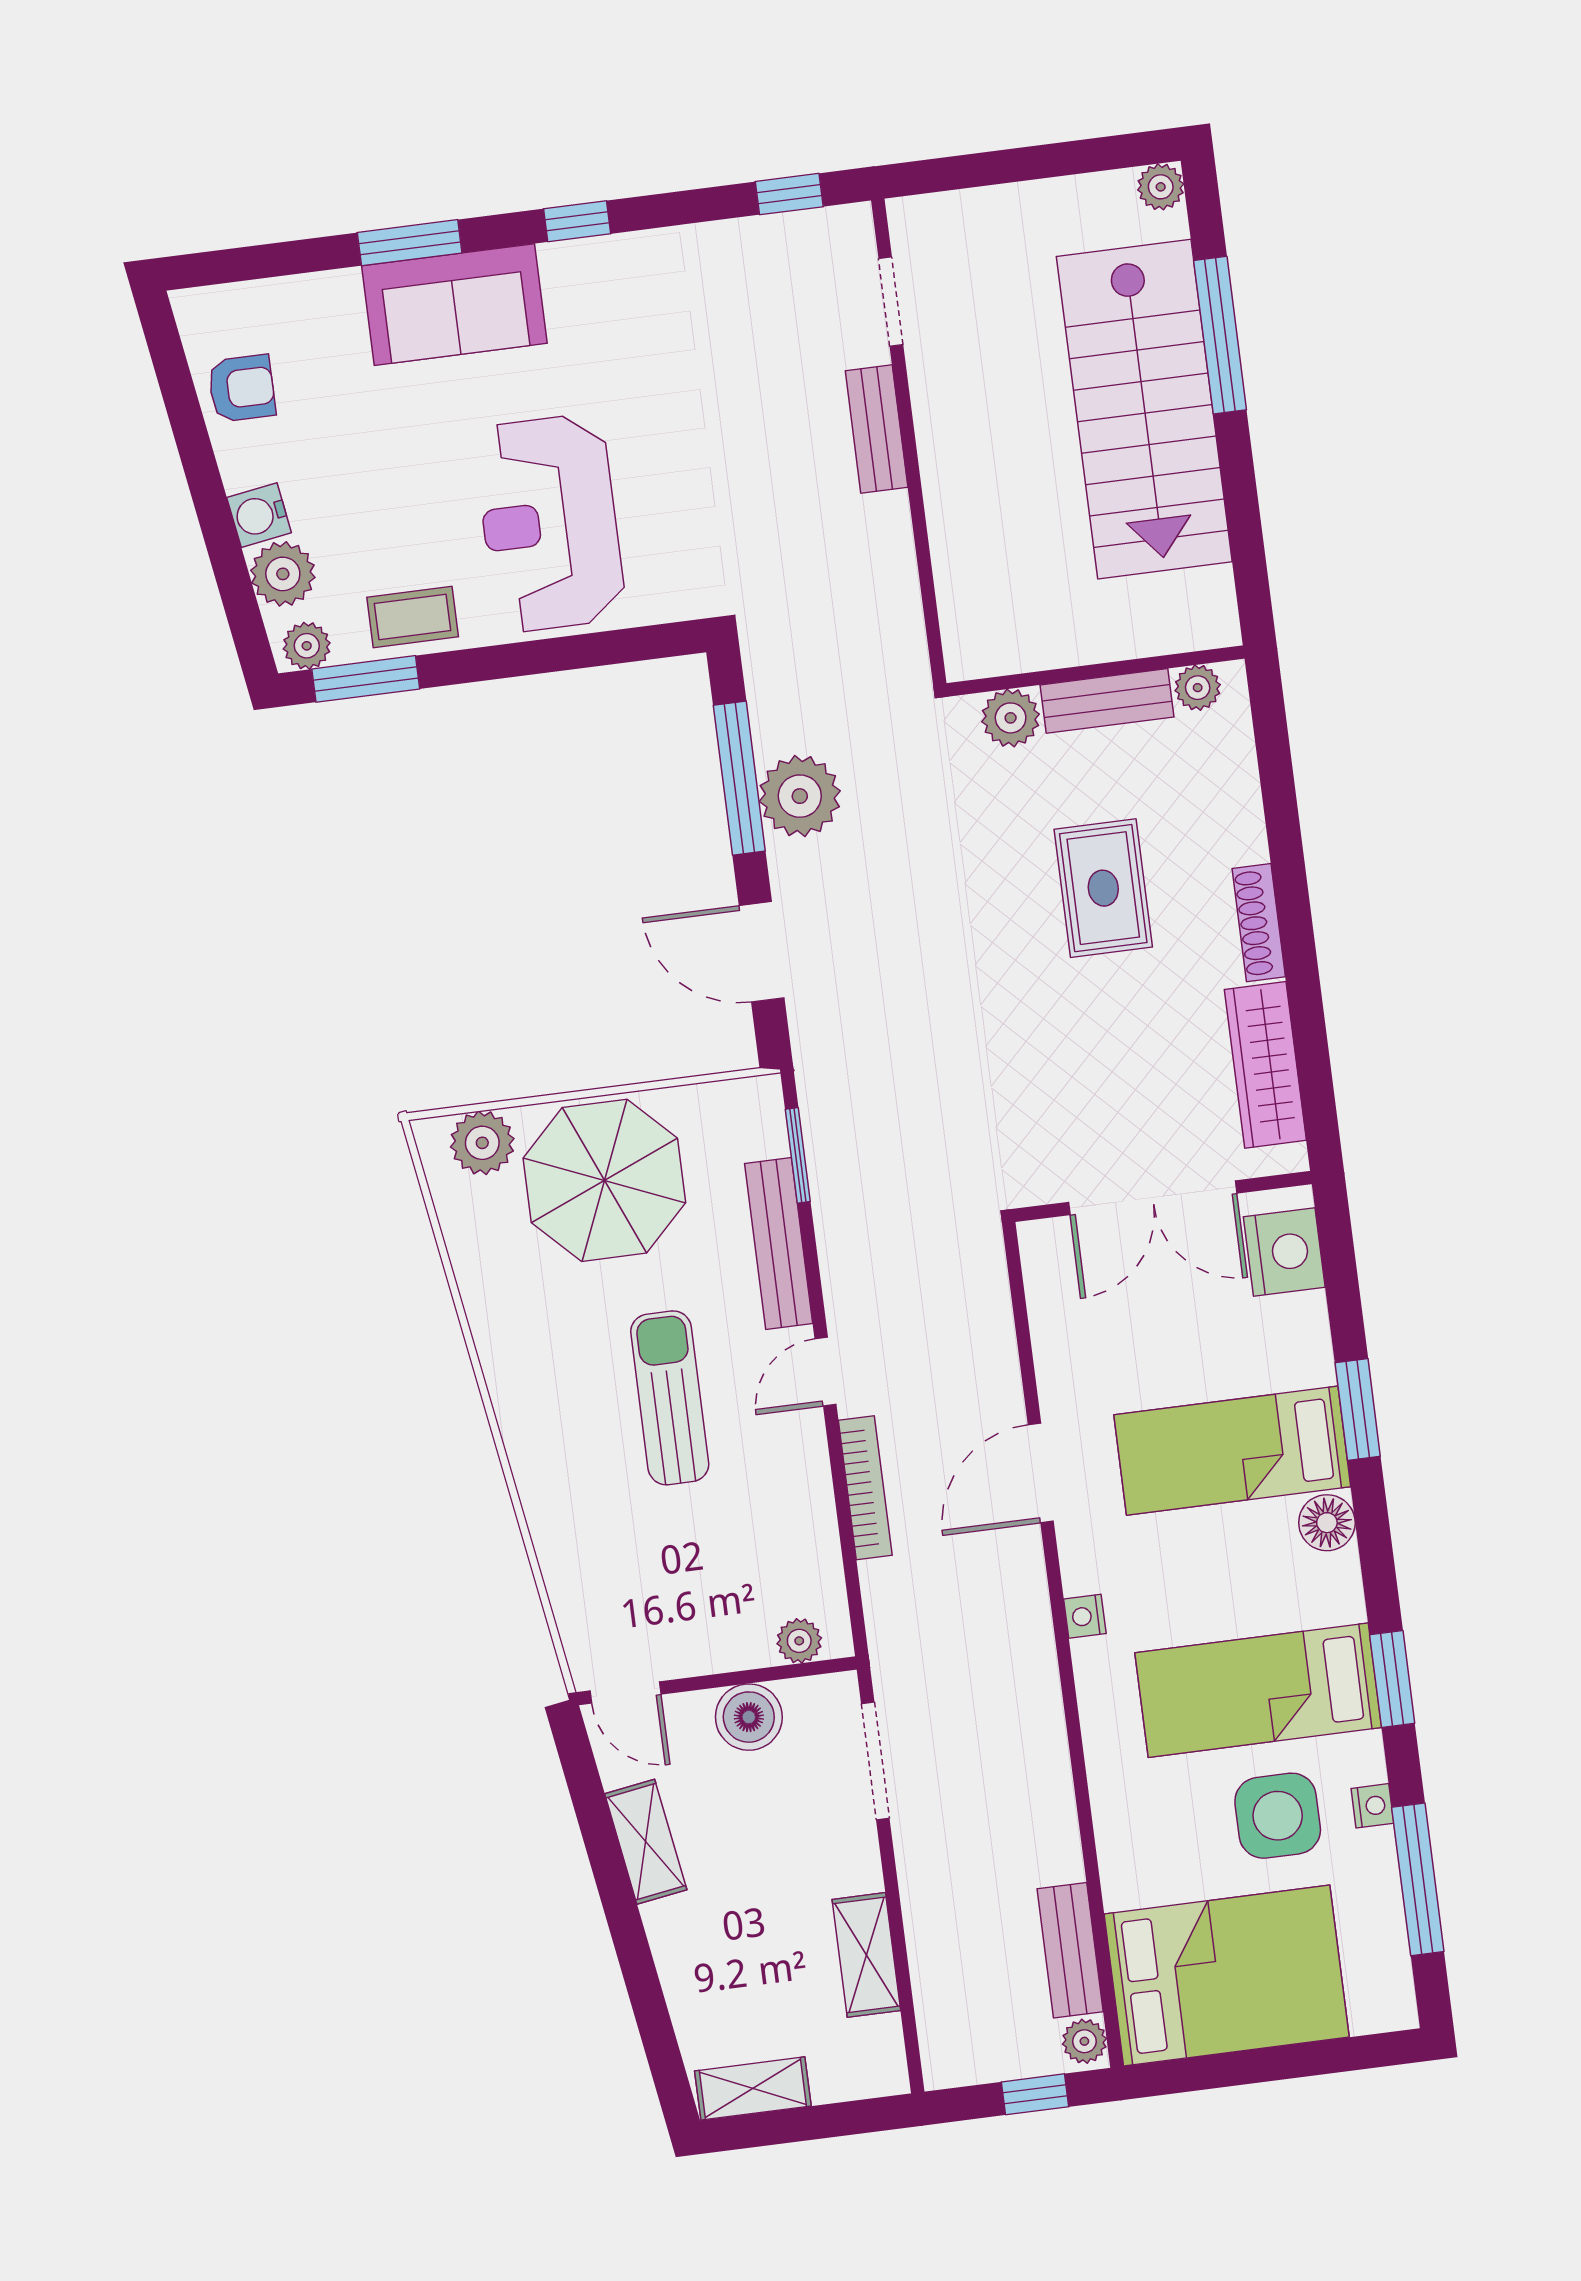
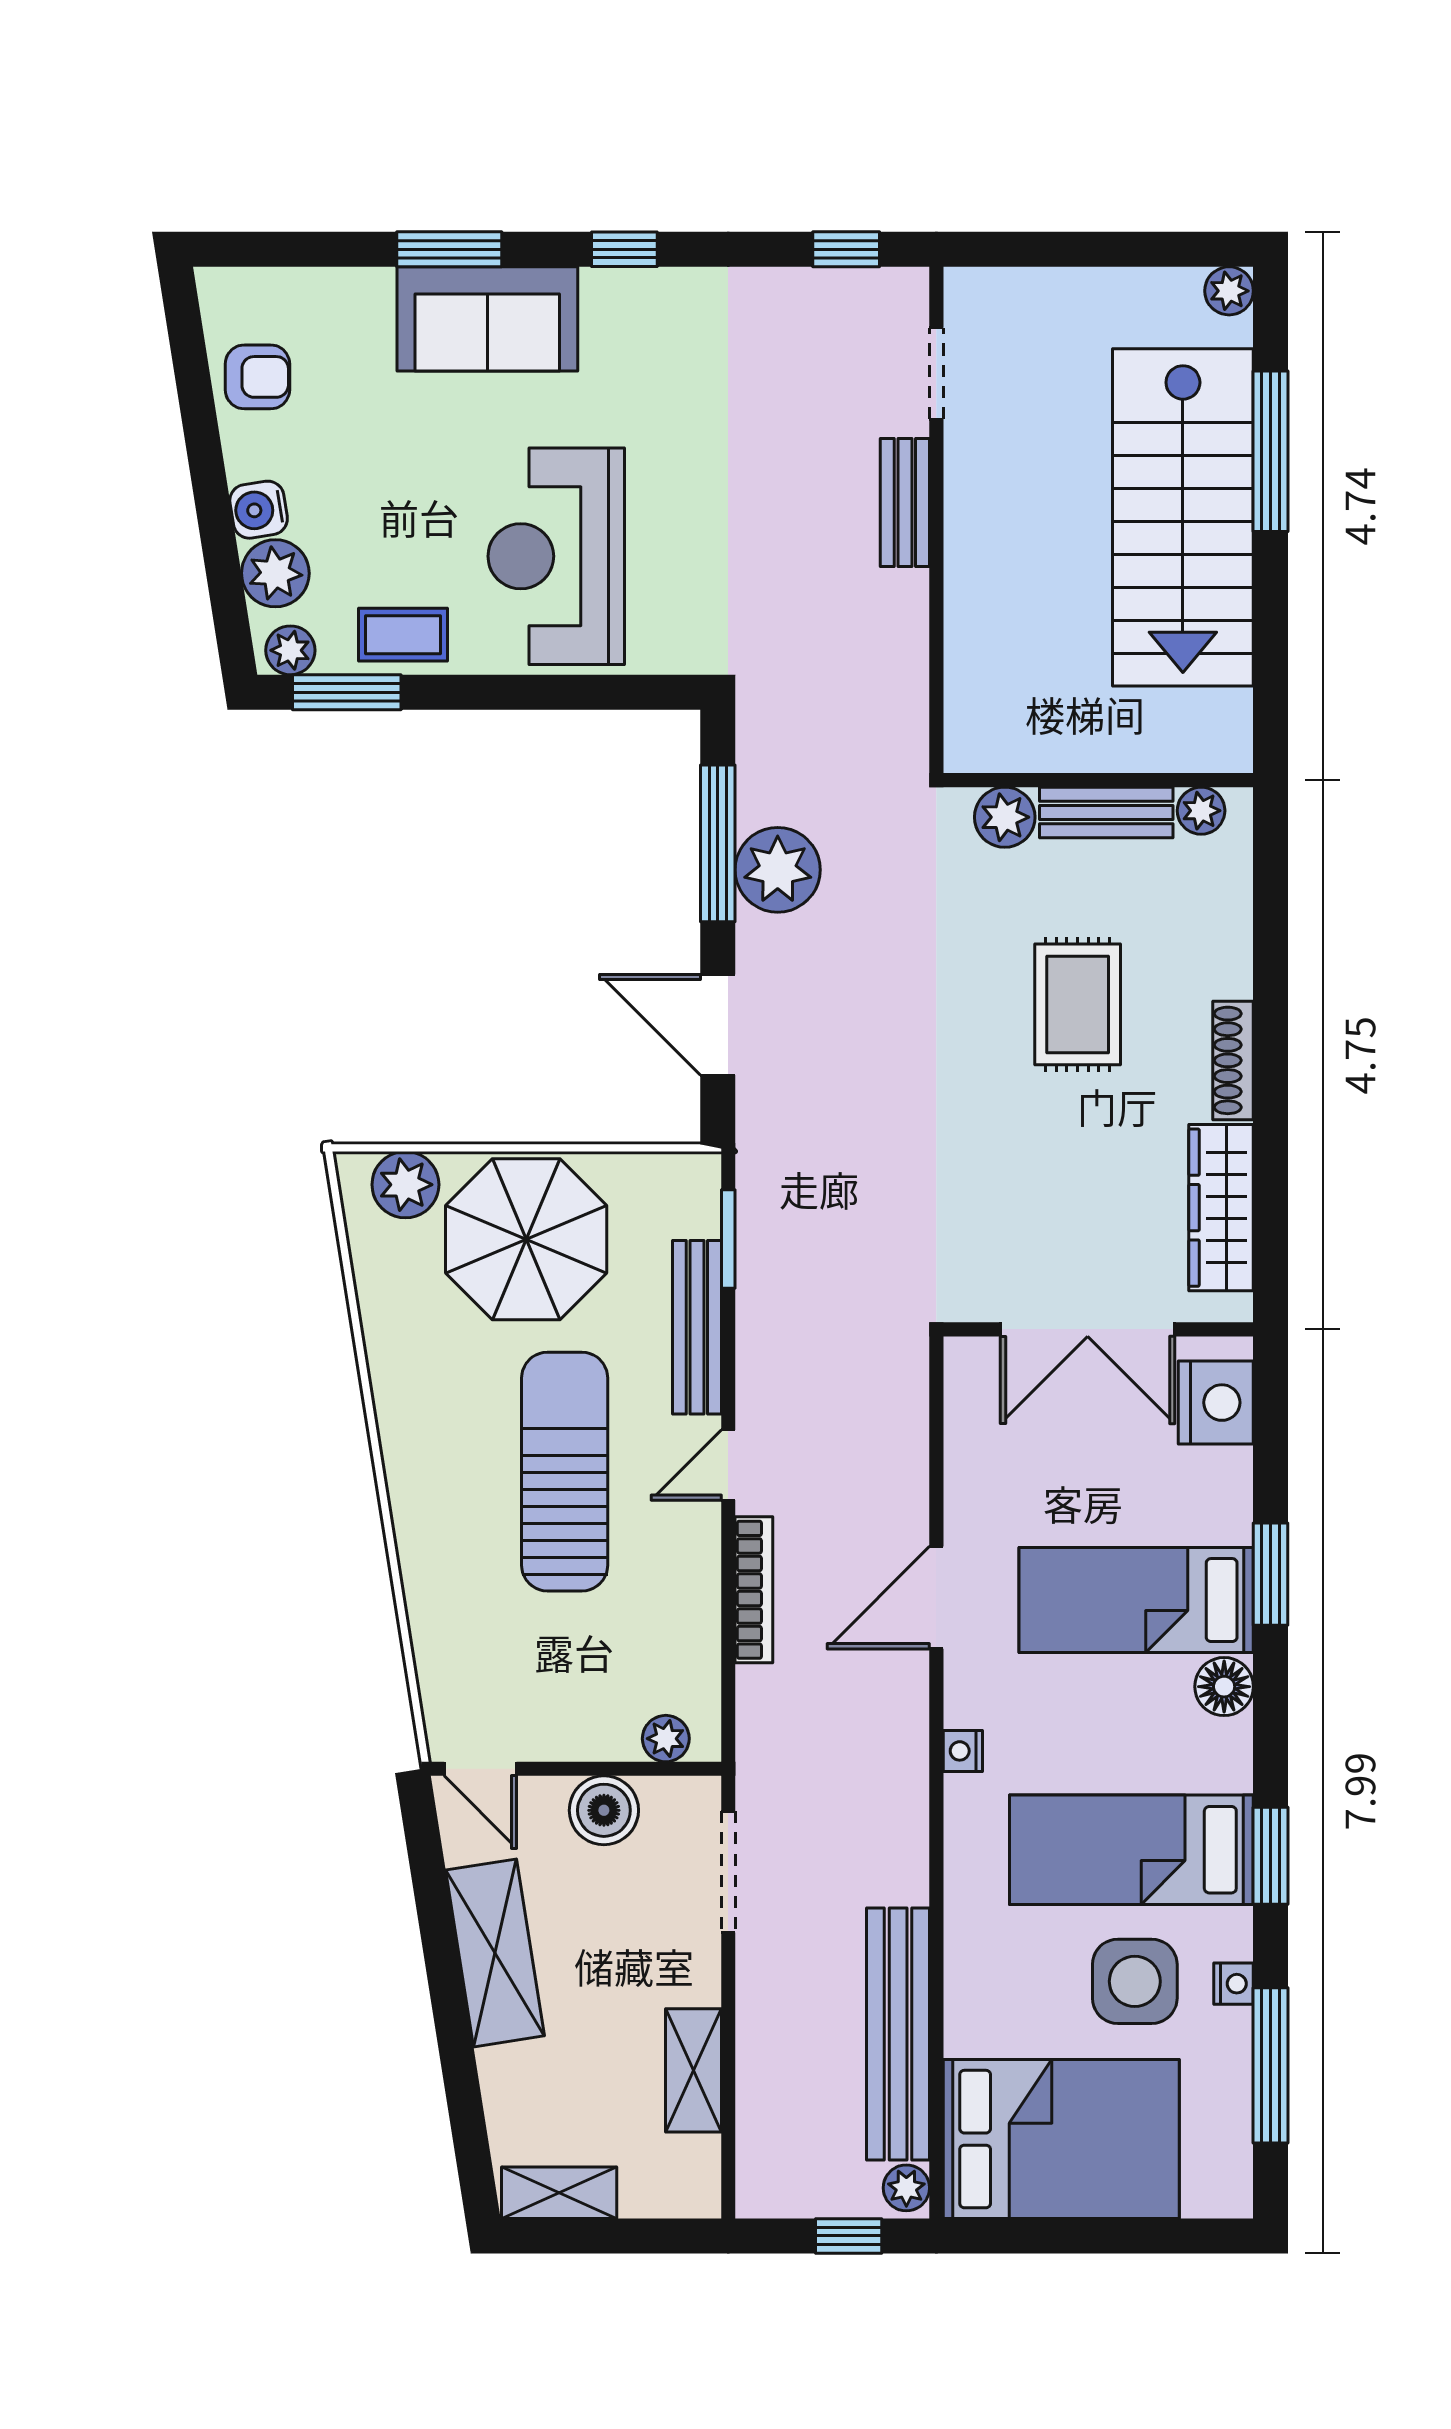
sun lounger: (670, 1398) -> (565, 1472), width x1.36, depth x1.34
shelving: (646, 1842) -> (495, 1953), width x1.50, depth x1.33
bench: (1070, 1950) -> (898, 2034), width x1.86, depth x1.21

